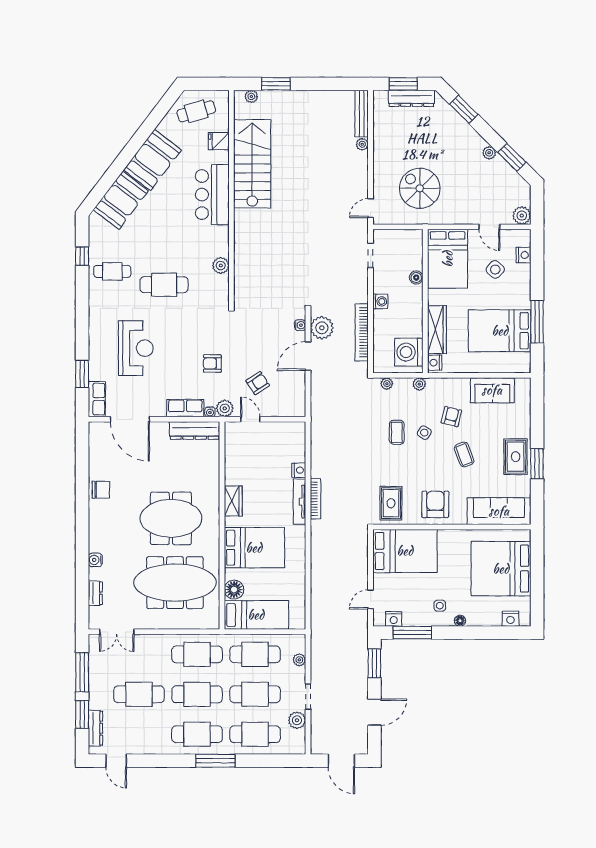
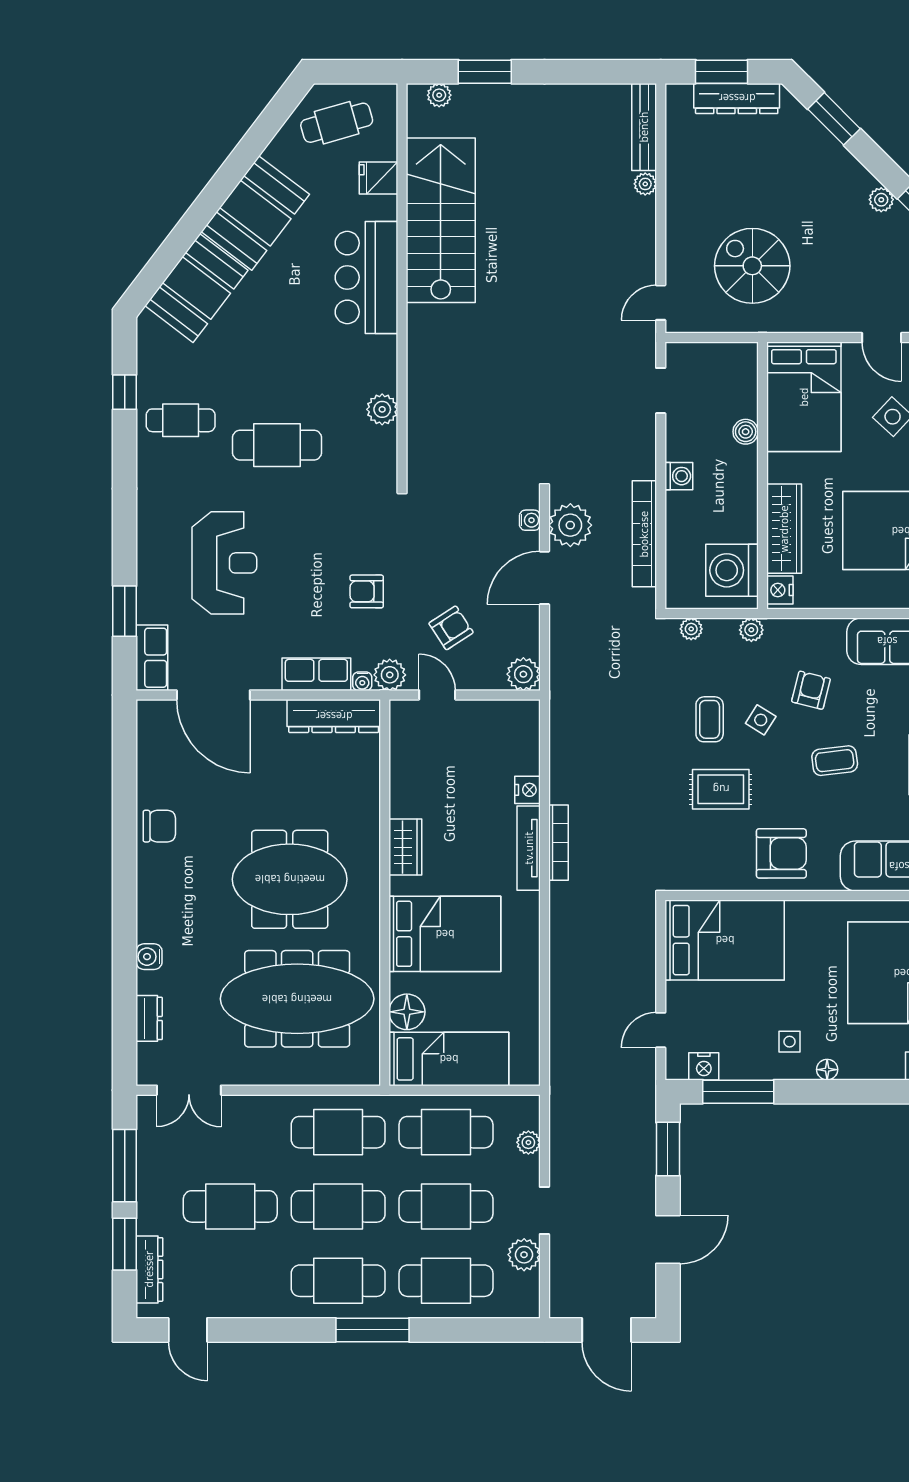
plant: (297, 408) -> (523, 674), added
coffee table: (464, 454) -> (835, 761), turned -76
rug: (391, 503) -> (721, 789), moved, turned 90
armchair: (435, 504) -> (781, 853), turned 90

